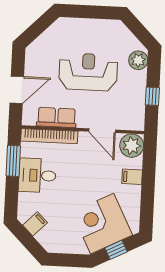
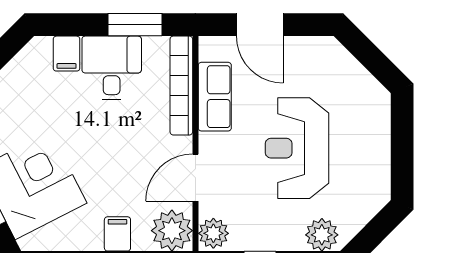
reception desk: (88, 72) -> (297, 148), turned 180
plant: (134, 122) -> (213, 233), added
filing cabinet: (35, 224) -> (67, 54), moved, turned 45

